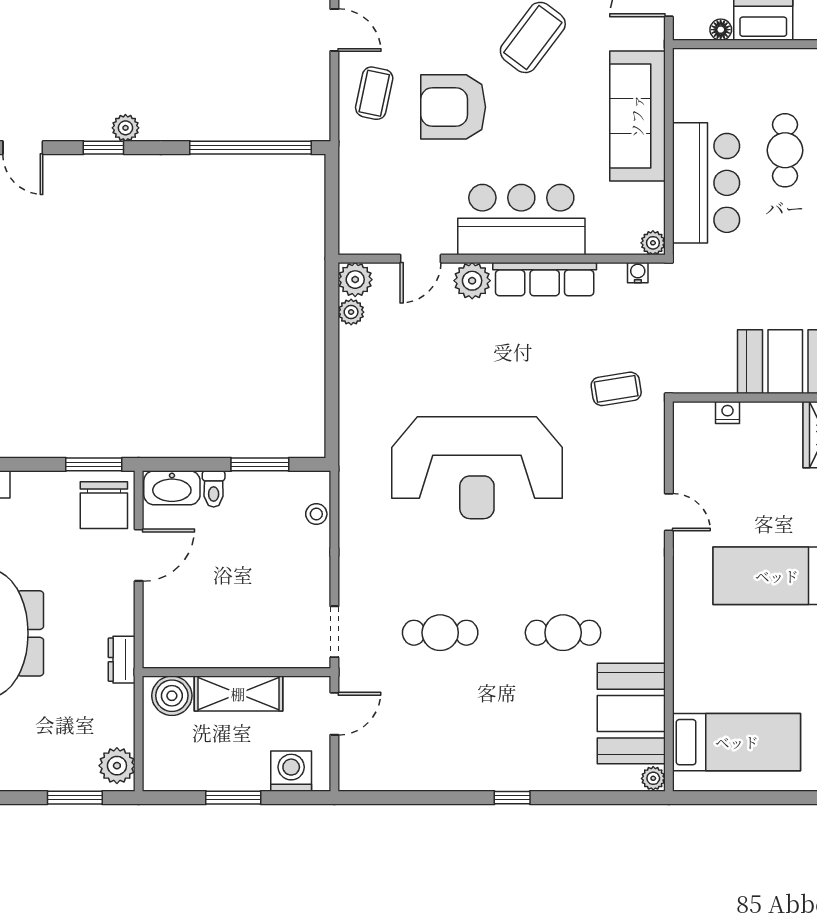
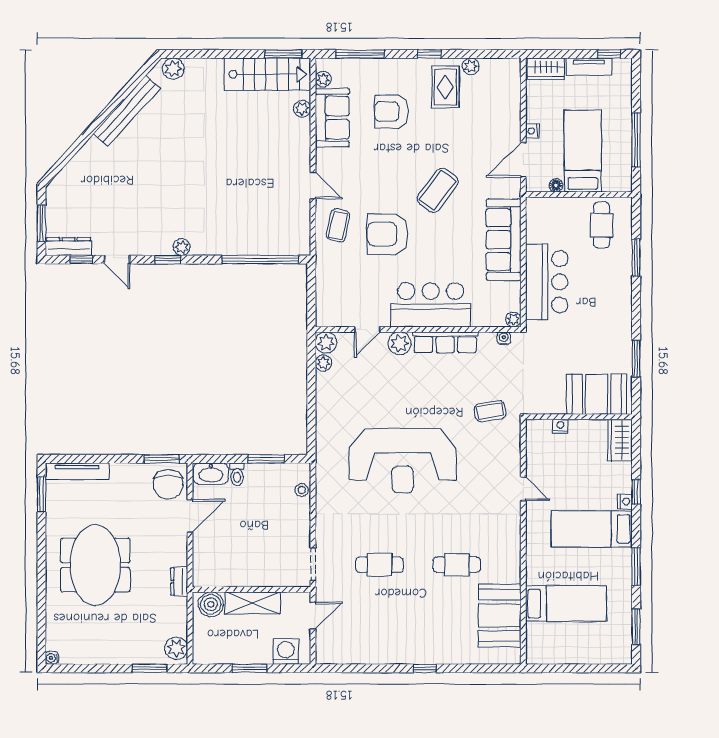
cafe table: (785, 150) -> (602, 225), moved
bed: (737, 742) -> (566, 604), moved
plant: (653, 778) -> (514, 656), removed

